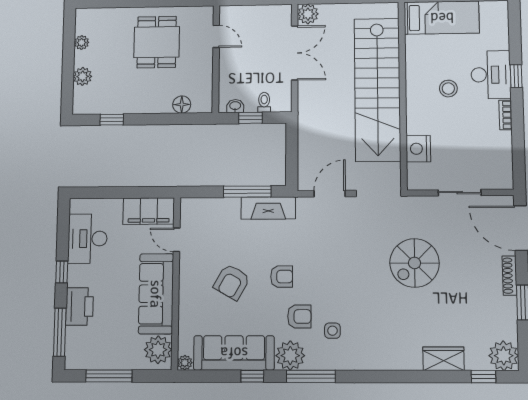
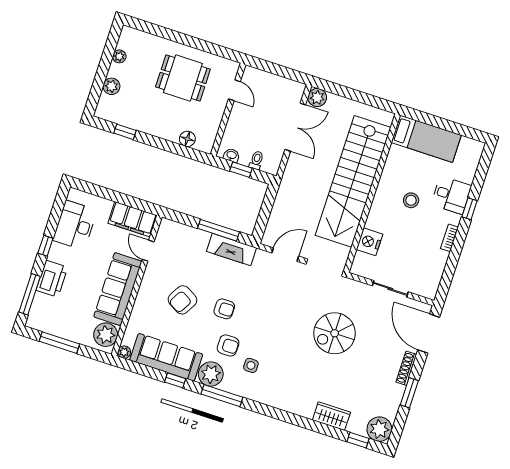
dining table: (157, 42) -> (183, 78), turned 90
desk: (491, 75) -> (451, 195), width x0.73

